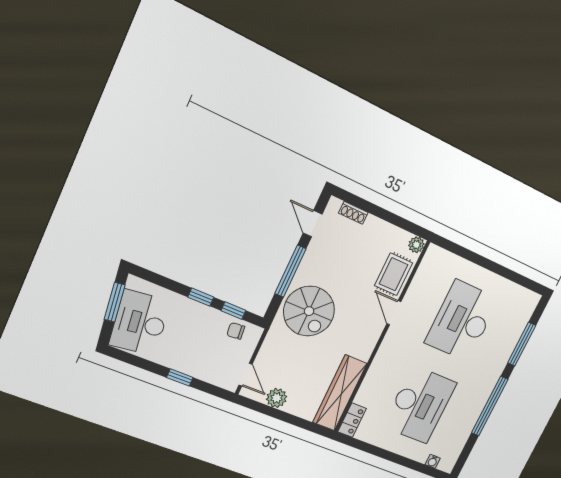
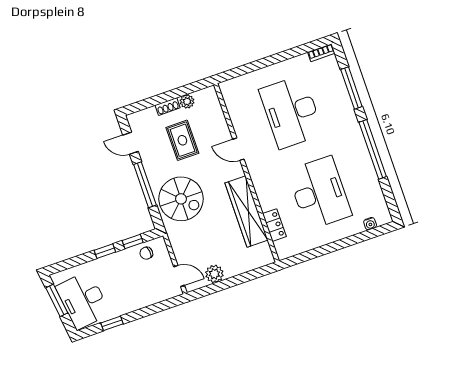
shoe rack: (353, 213) -> (168, 106), moved
plant: (416, 245) -> (187, 101), moved
rug: (394, 274) -> (182, 140), moved
bookcase: (528, 295) -> (321, 53), added
window: (180, 377) -> (112, 323), moved
wardrobe: (340, 393) -> (246, 212), moved
locker: (352, 420) -> (274, 225), moved

